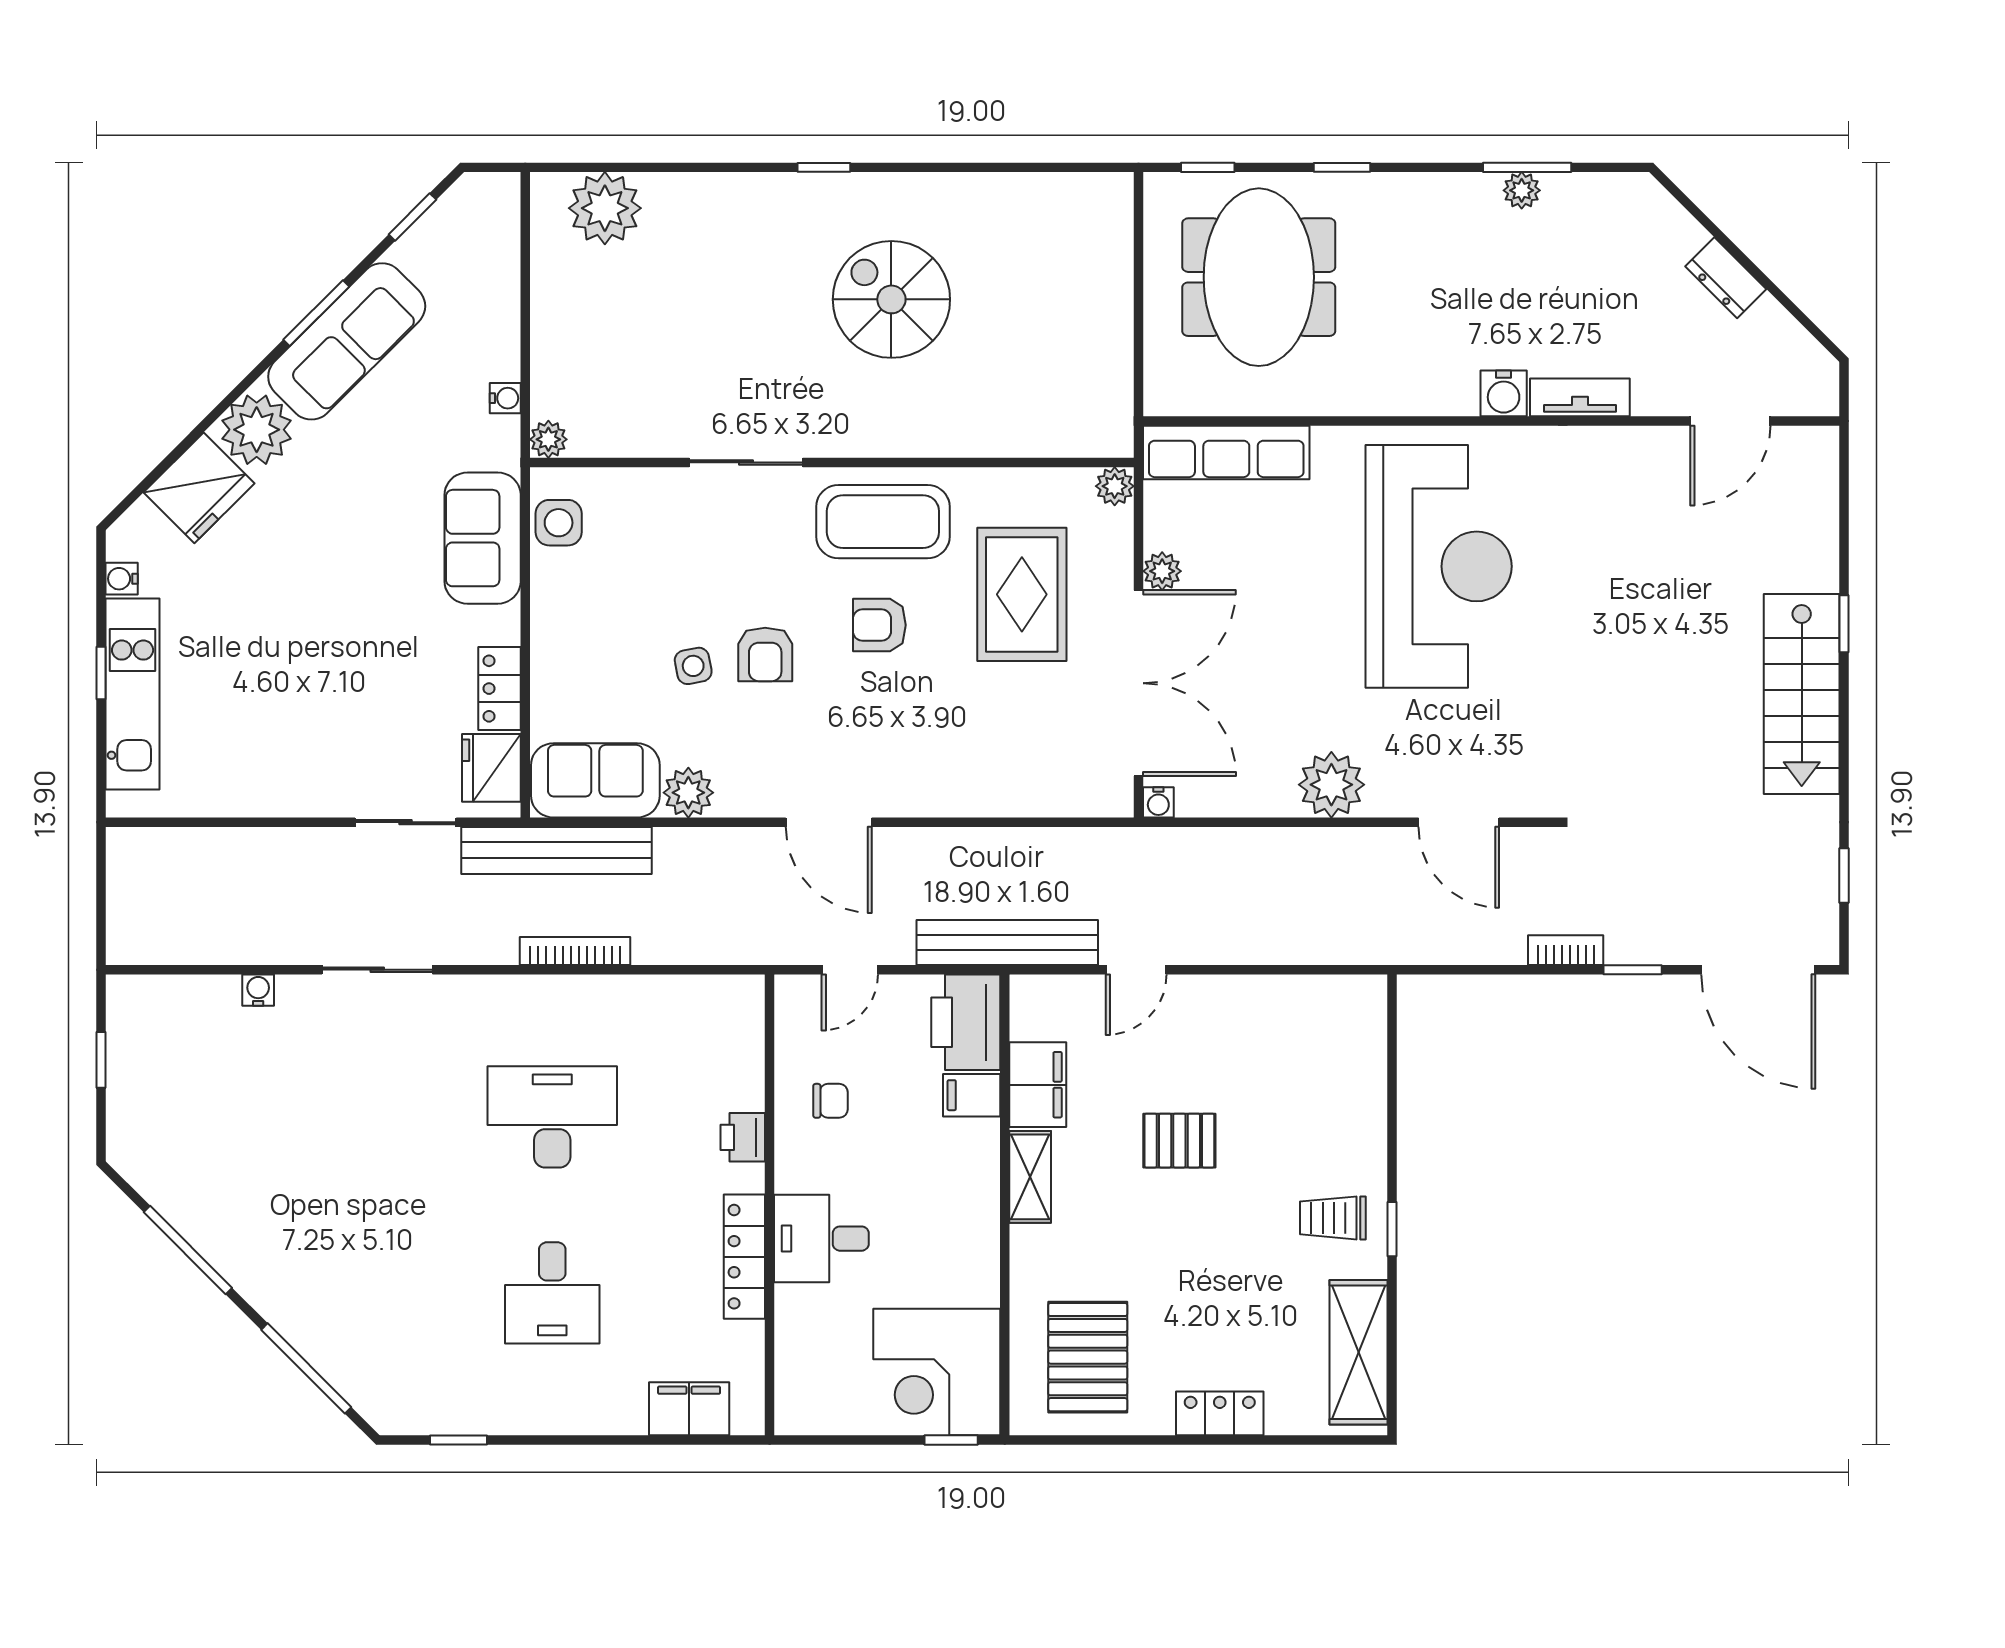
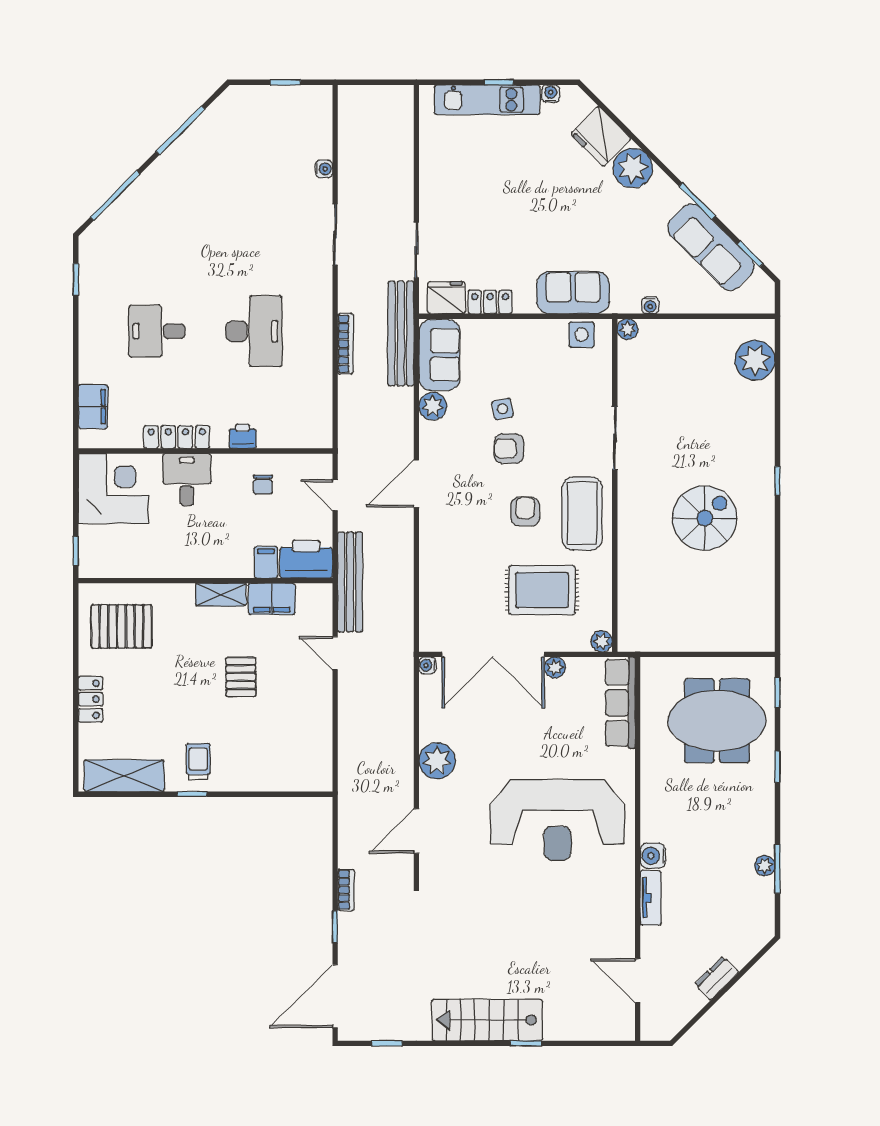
sofa: (347, 341) -> (711, 247), moved
corner desk: (937, 1372) -> (113, 488), moved, turned 90

